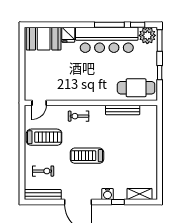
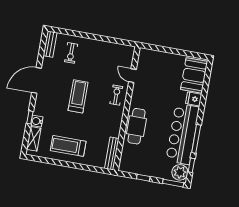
cafe table: (136, 88) -> (137, 126), moved
door: (39, 103) -> (132, 76), moved
bench: (123, 110) -> (112, 153), moved
treadmill: (44, 137) -> (68, 146), moved, turned 90
water cooler: (108, 194) -> (37, 121), moved
bench: (43, 195) -> (50, 44), width x0.73

